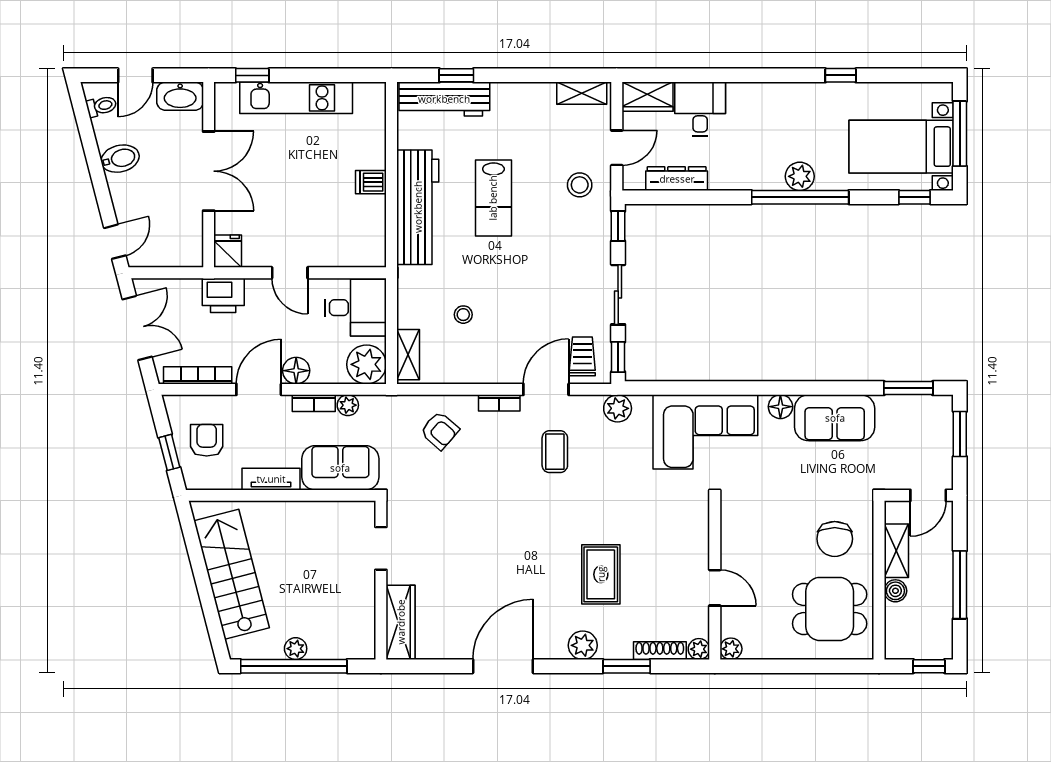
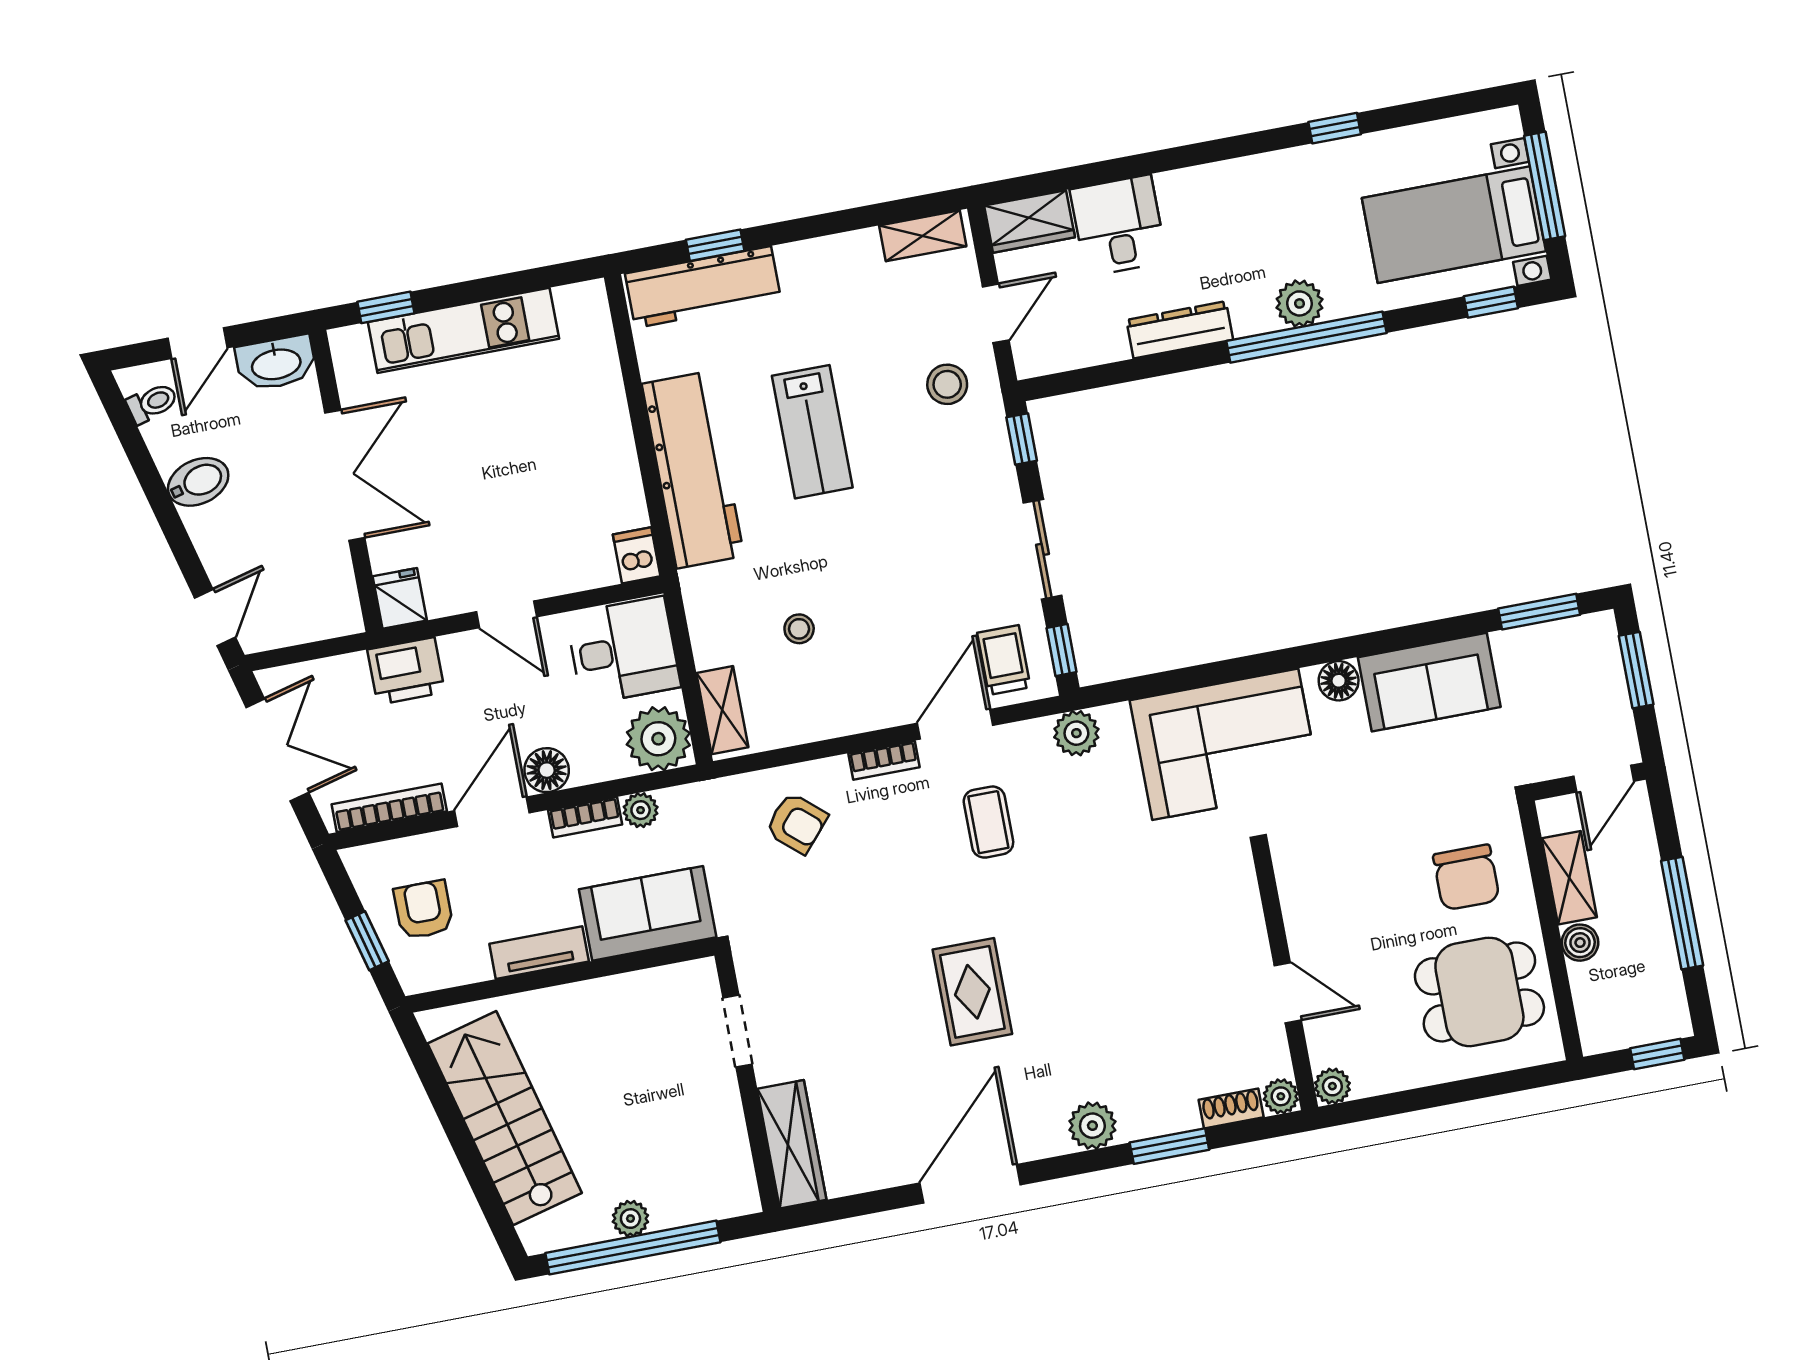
dresser: (677, 179) -> (1180, 330), moved
dishwasher: (371, 182) -> (637, 555), moved, turned 90
rug: (601, 574) -> (972, 992), moved
shoe rack: (660, 651) -> (1231, 1108), width x0.70

